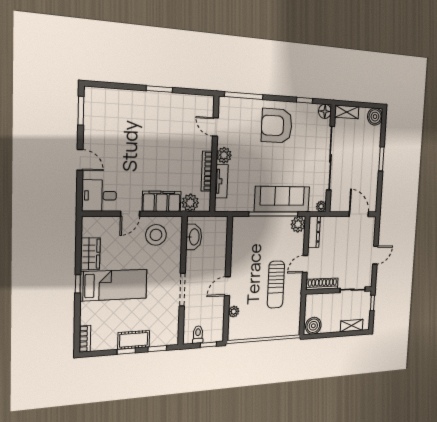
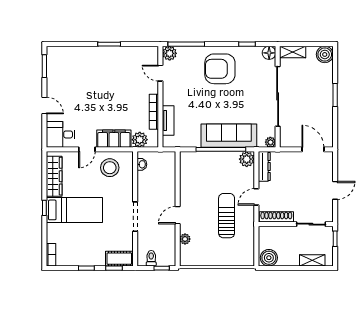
plant: (224, 155) -> (170, 53), moved
washbasin: (194, 237) -> (142, 164), width x0.52, depth x0.69
wardrobe: (90, 254) -> (54, 176), width x1.50
sun lounger: (276, 285) -> (227, 216), turned 180
cot: (134, 340) -> (119, 259), moved

